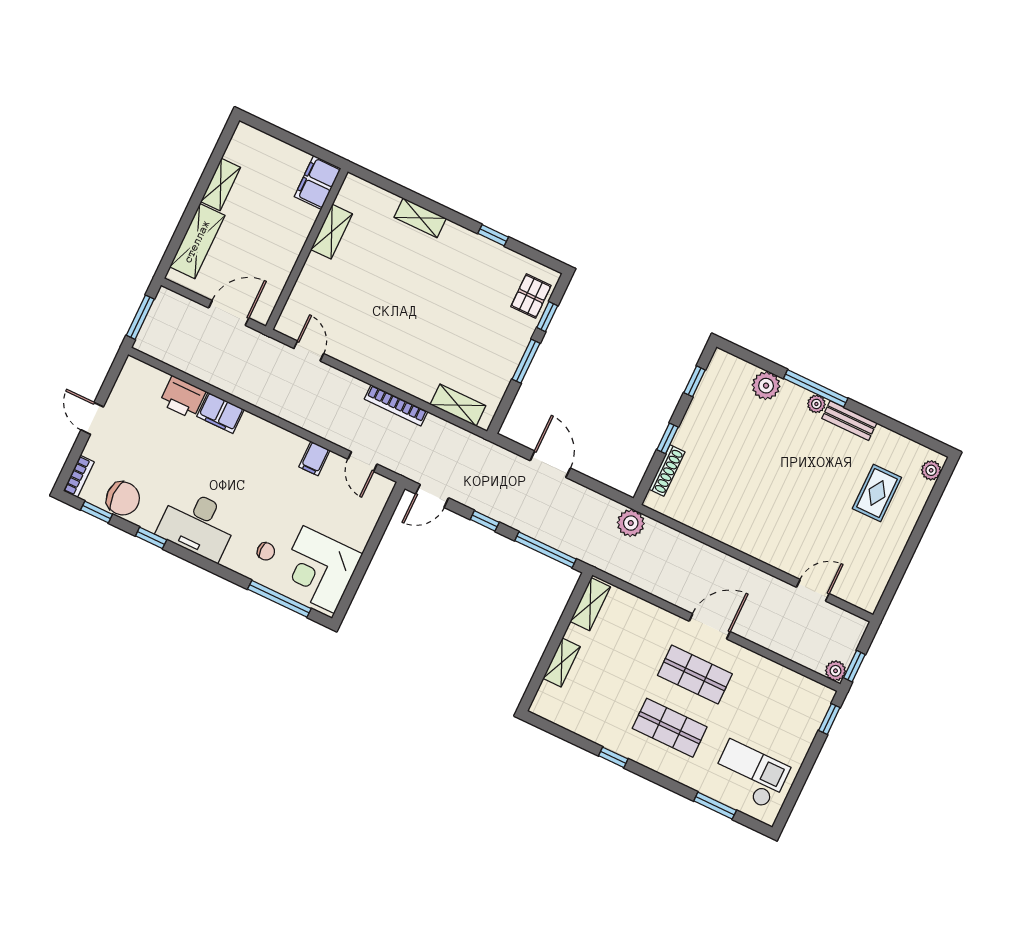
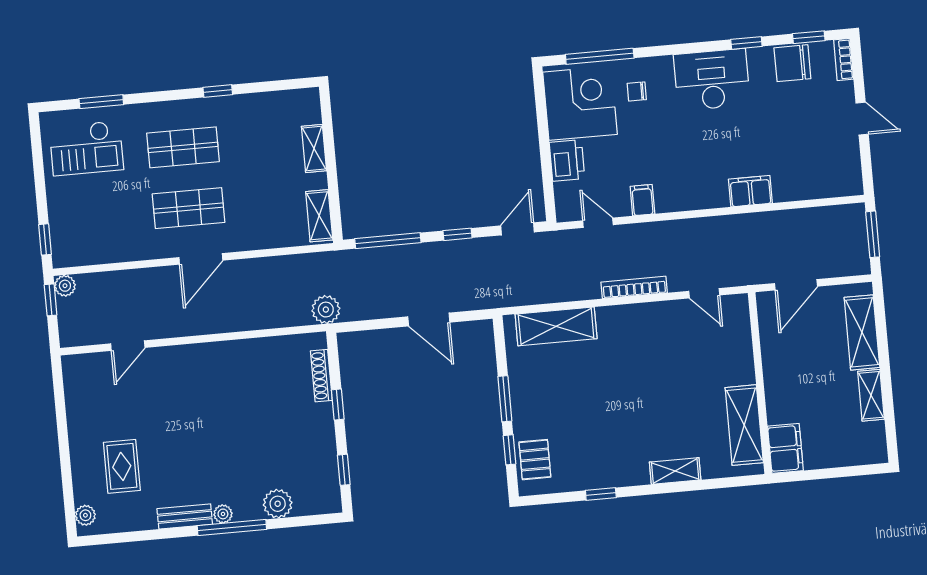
shelving: (332, 232) -> (744, 425), width x1.50, depth x1.33
printer: (183, 397) -> (567, 161), moved, turned 90
bookcase: (396, 405) -> (634, 287), moved
shelving: (458, 405) -> (556, 326), width x1.50, depth x1.33

